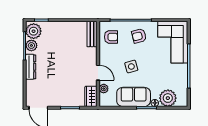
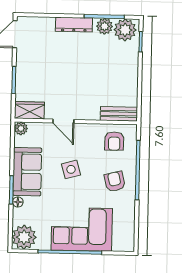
corner sofa: (173, 42) -> (82, 229), moved
door: (98, 73) -> (63, 121), hinge flipped
plant: (104, 89) -> (21, 128), moved
plant: (168, 98) -> (24, 237), moved

